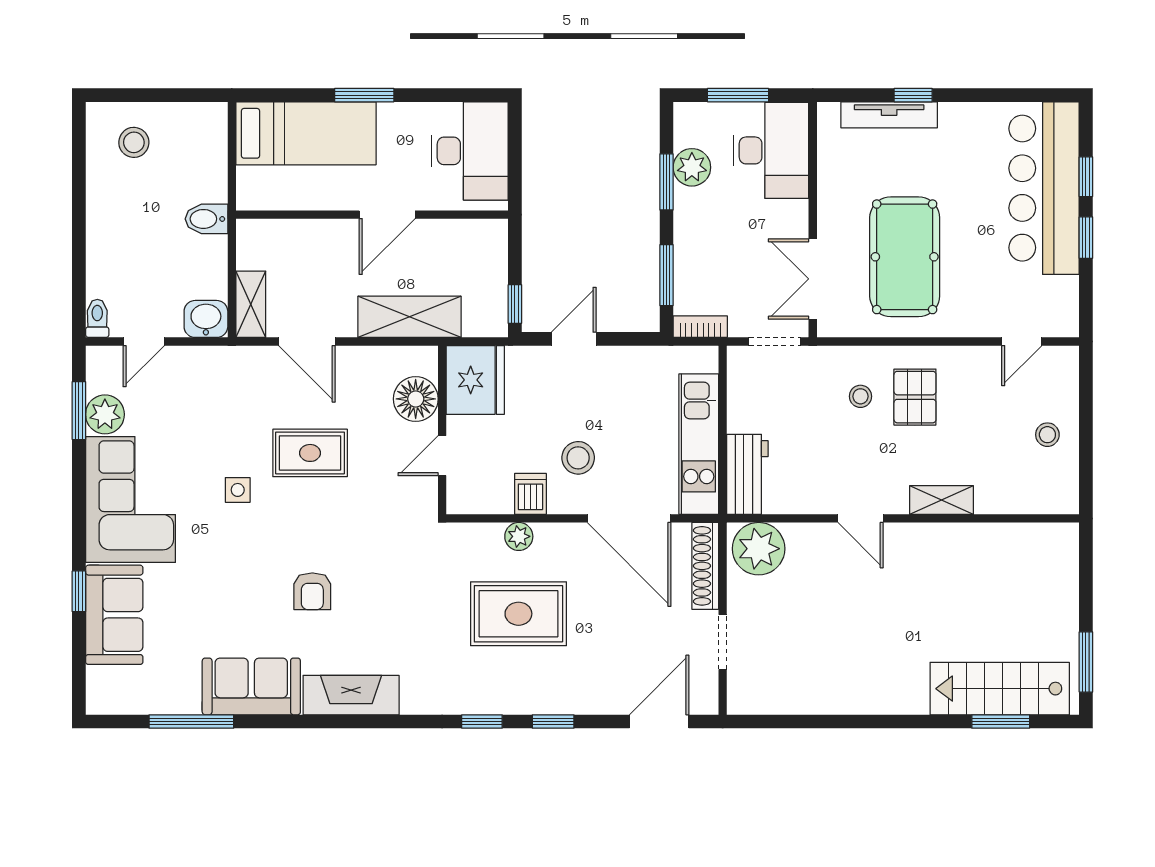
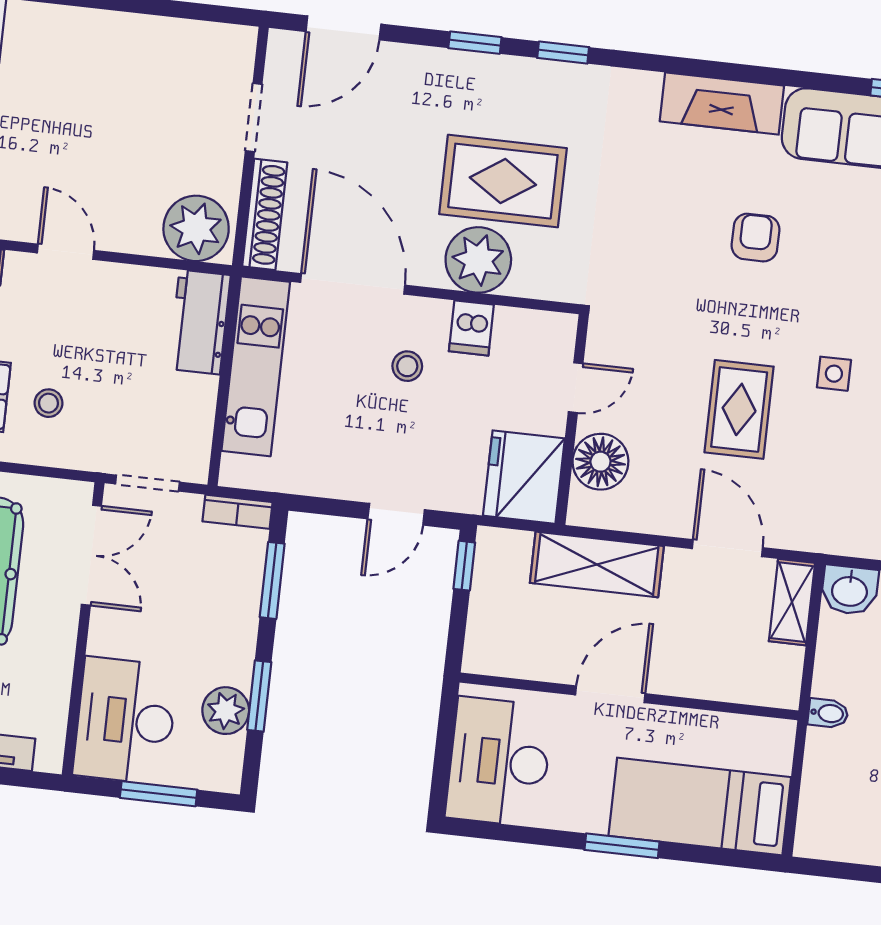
bidet: (206, 219) -> (828, 713), width x0.72, depth x0.74
rug: (310, 453) -> (739, 409), turned 90
stool: (578, 458) -> (407, 366), width x0.73, depth x0.73
plant: (519, 536) -> (478, 260), width x1.88, depth x1.88

